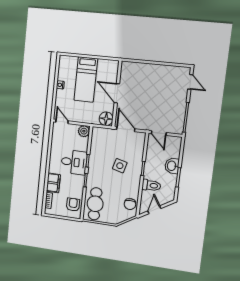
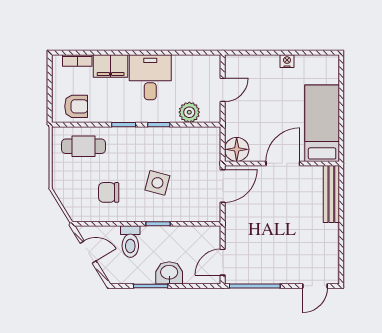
bench: (137, 67) -> (331, 194), added
bed: (86, 79) -> (322, 123), moved, turned 90
door: (62, 122) -> (223, 90), moved
plant: (84, 131) -> (189, 112), moved
door: (159, 133) -> (223, 262), moved
desk: (74, 162) -> (150, 77), moved, turned 180
cafe table: (95, 204) -> (84, 146), width x0.73, depth x0.74
chair: (130, 204) -> (109, 192), moved

